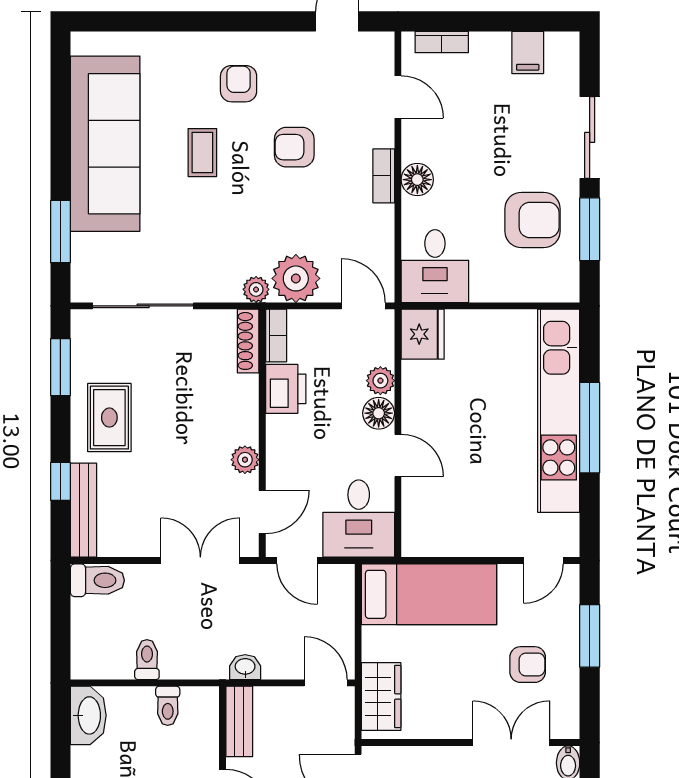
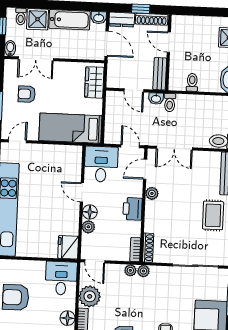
plant: (371, 229) -> (90, 296), added
plant: (296, 278) -> (130, 270), width x0.53, depth x0.53
printer: (286, 389) -> (133, 209), moved
toilet: (147, 660) -> (170, 103), moved
door: (326, 683) -> (134, 90), moved

